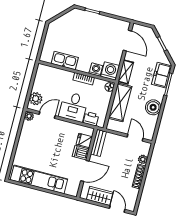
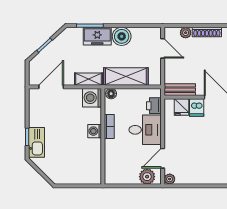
kitchen sink: (65, 61) -> (37, 142), moved, turned 180
washing machine: (96, 70) -> (95, 131), moved
freezer: (162, 75) -> (97, 36), moved
door: (47, 115) -> (163, 158), hinge flipped
door: (135, 138) -> (163, 48), swing flipped

